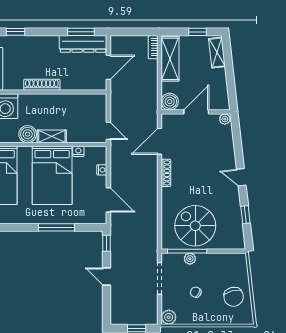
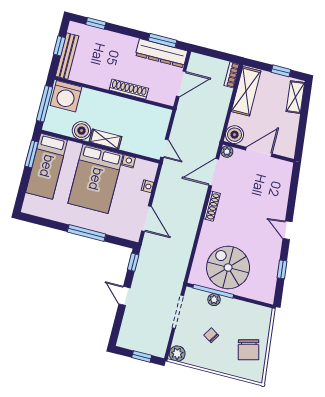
shoe rack: (42, 85) -> (129, 89), moved
plant: (225, 119) -> (227, 152), moved

